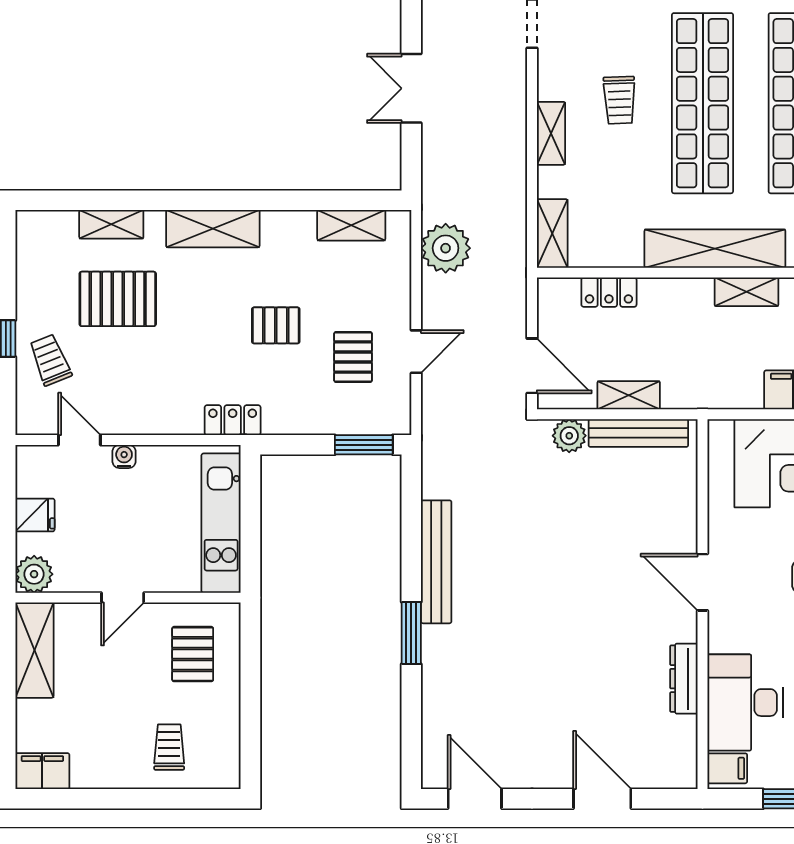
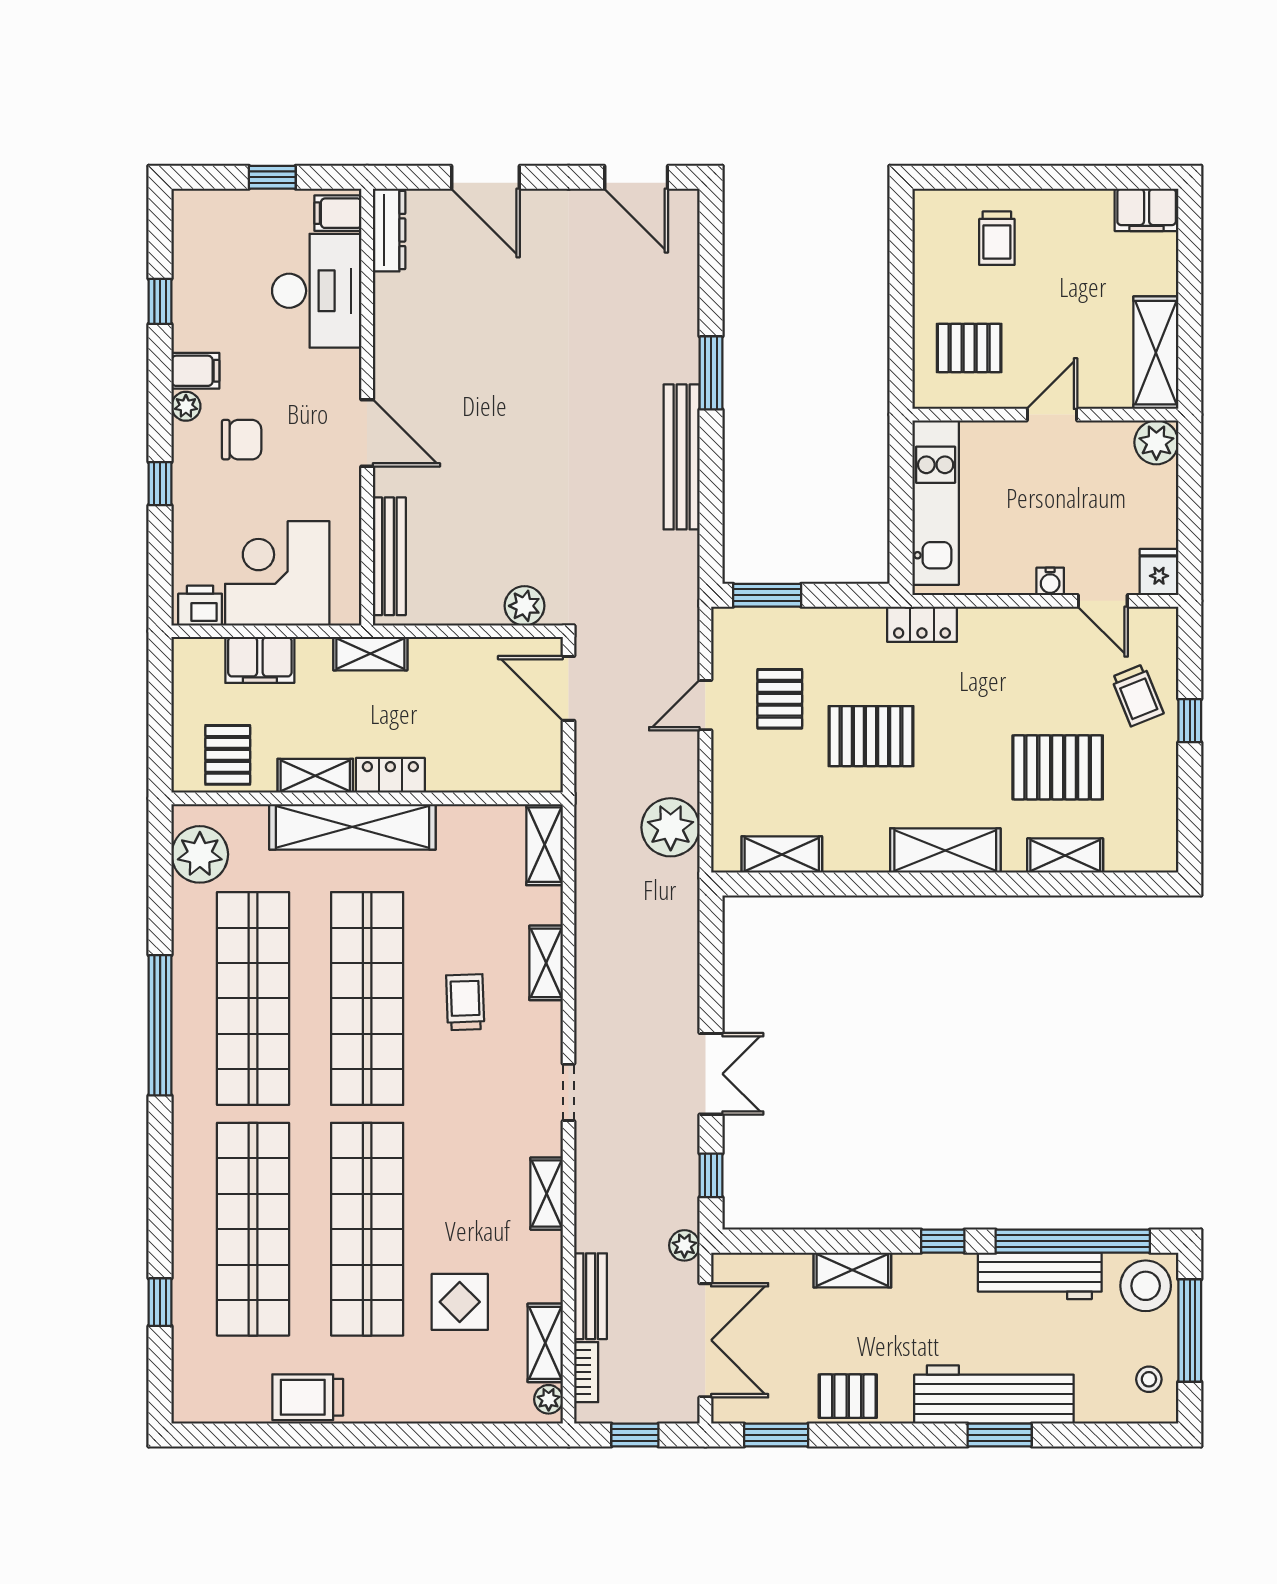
double door: (411, 88) -> (711, 1074), moved
locker: (609, 292) -> (390, 775), moved
pallet: (276, 325) -> (871, 736), width x1.50, depth x1.42
shelving: (629, 395) -> (370, 654), moved
bench: (638, 433) -> (389, 556), moved, turned 90
fridge: (35, 515) -> (1159, 572), moved, turned 90
pallet: (193, 654) -> (969, 348), turned 90
dresser: (684, 679) -> (389, 230), moved

